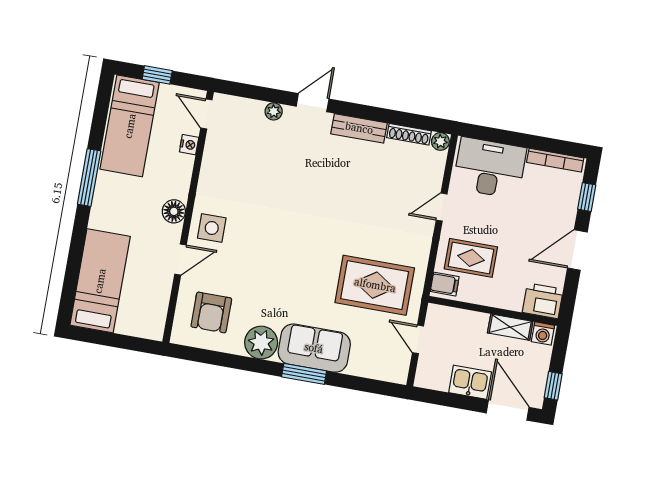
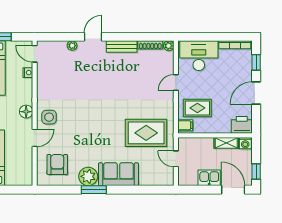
armchair: (211, 312) -> (57, 165), turned 180
window: (304, 374) -> (94, 190), moved

